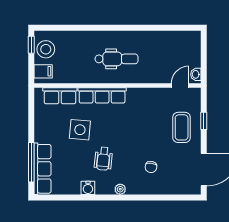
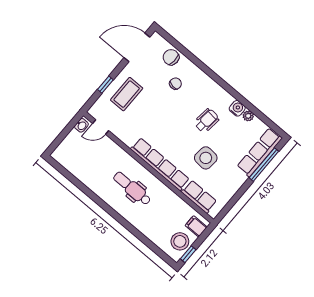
row of seats: (102, 95) -> (160, 164), width x1.36
chair: (171, 184) -> (171, 57), added
plant: (120, 189) -> (248, 116), moved

